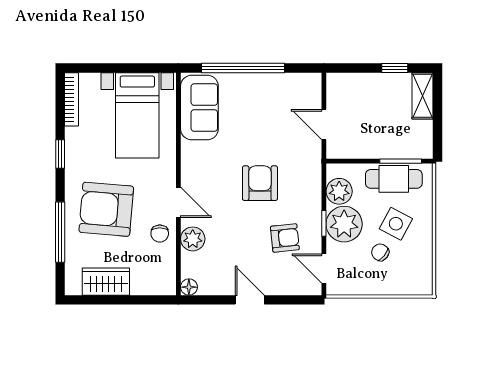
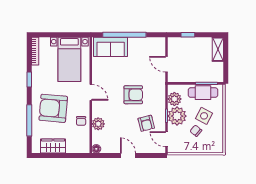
window: (395, 68) -> (188, 35), moved
sofa: (199, 108) -> (111, 47), moved, turned 90
armchair: (260, 183) -> (133, 95), turned 90
door: (178, 202) -> (91, 92), moved
armchair: (285, 238) -> (146, 123), turned 82

